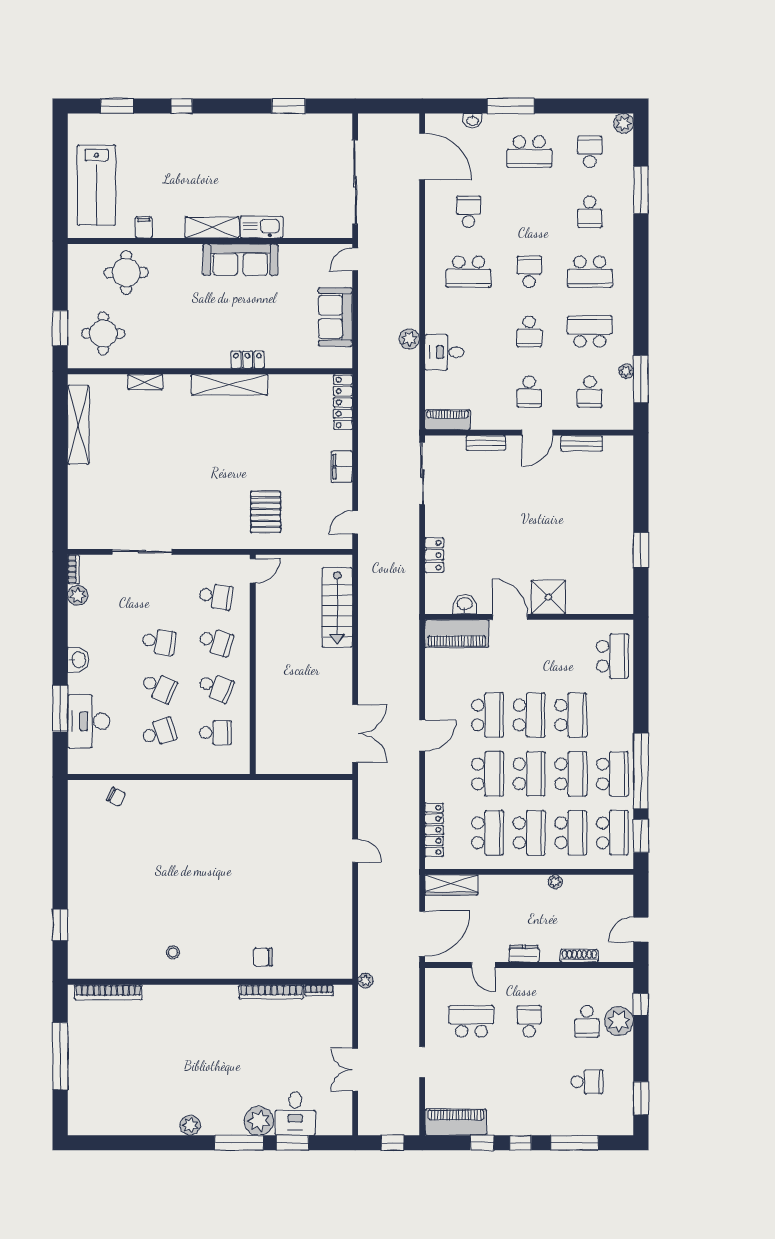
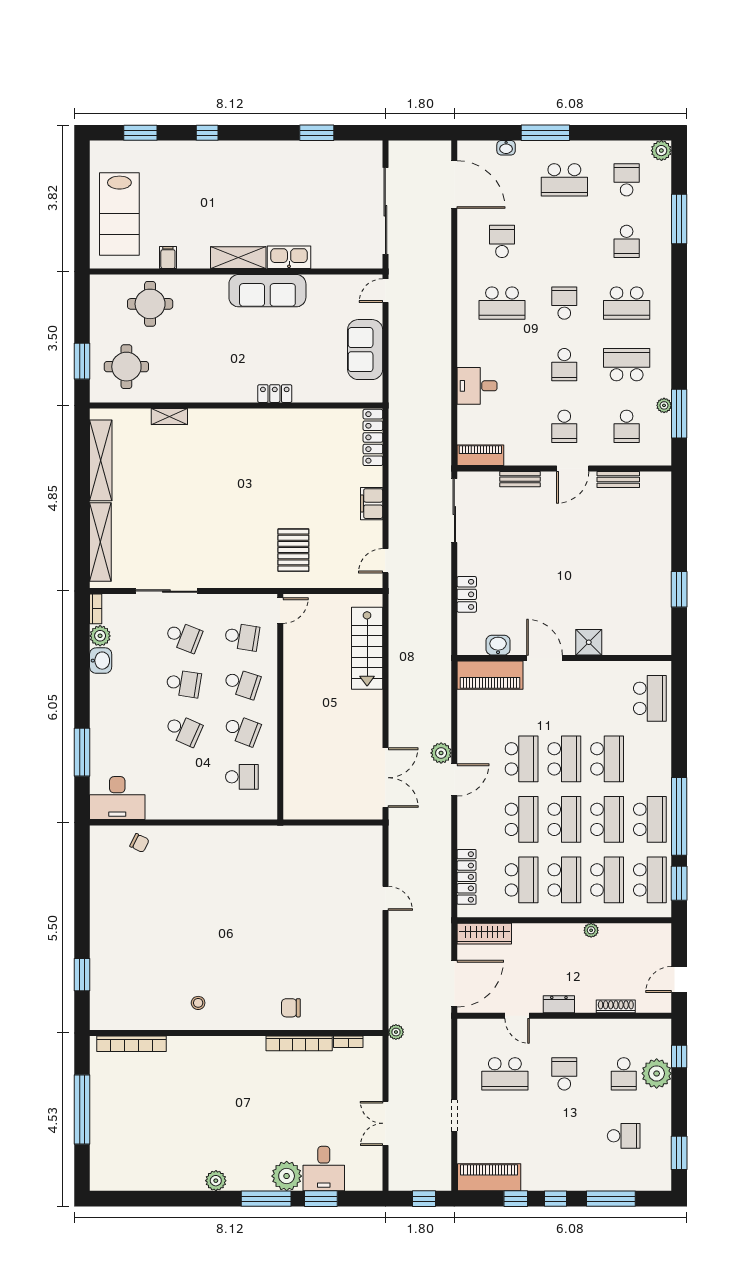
plant: (409, 339) -> (441, 753), moved
shelving: (230, 384) -> (100, 542), moved, turned 90
shower: (548, 597) -> (589, 642), width x0.73, depth x0.73
washbasin: (78, 660) -> (101, 661), moved
desk: (89, 721) -> (117, 798), moved, turned -90
school desk: (159, 733) -> (184, 637), moved, turned 39
school desk: (471, 1021) -> (505, 1074), turned 180

